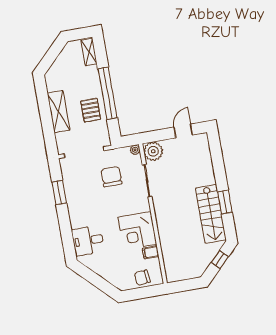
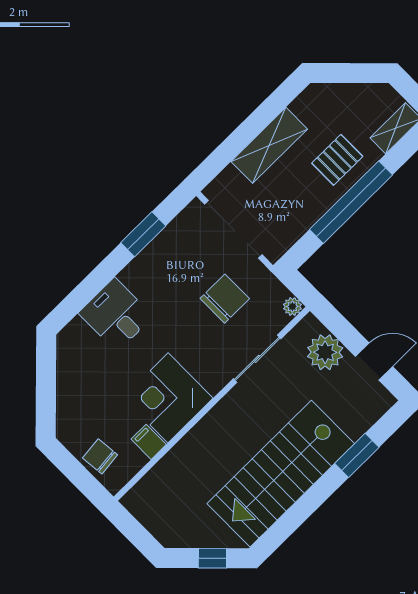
pallet: (91, 110) -> (337, 160), moved
plant: (153, 151) -> (325, 352), moved
window: (225, 202) -> (357, 455), moved
stairs: (211, 214) -> (281, 474), width x1.36, depth x1.51
desk: (88, 241) -> (116, 315), moved

